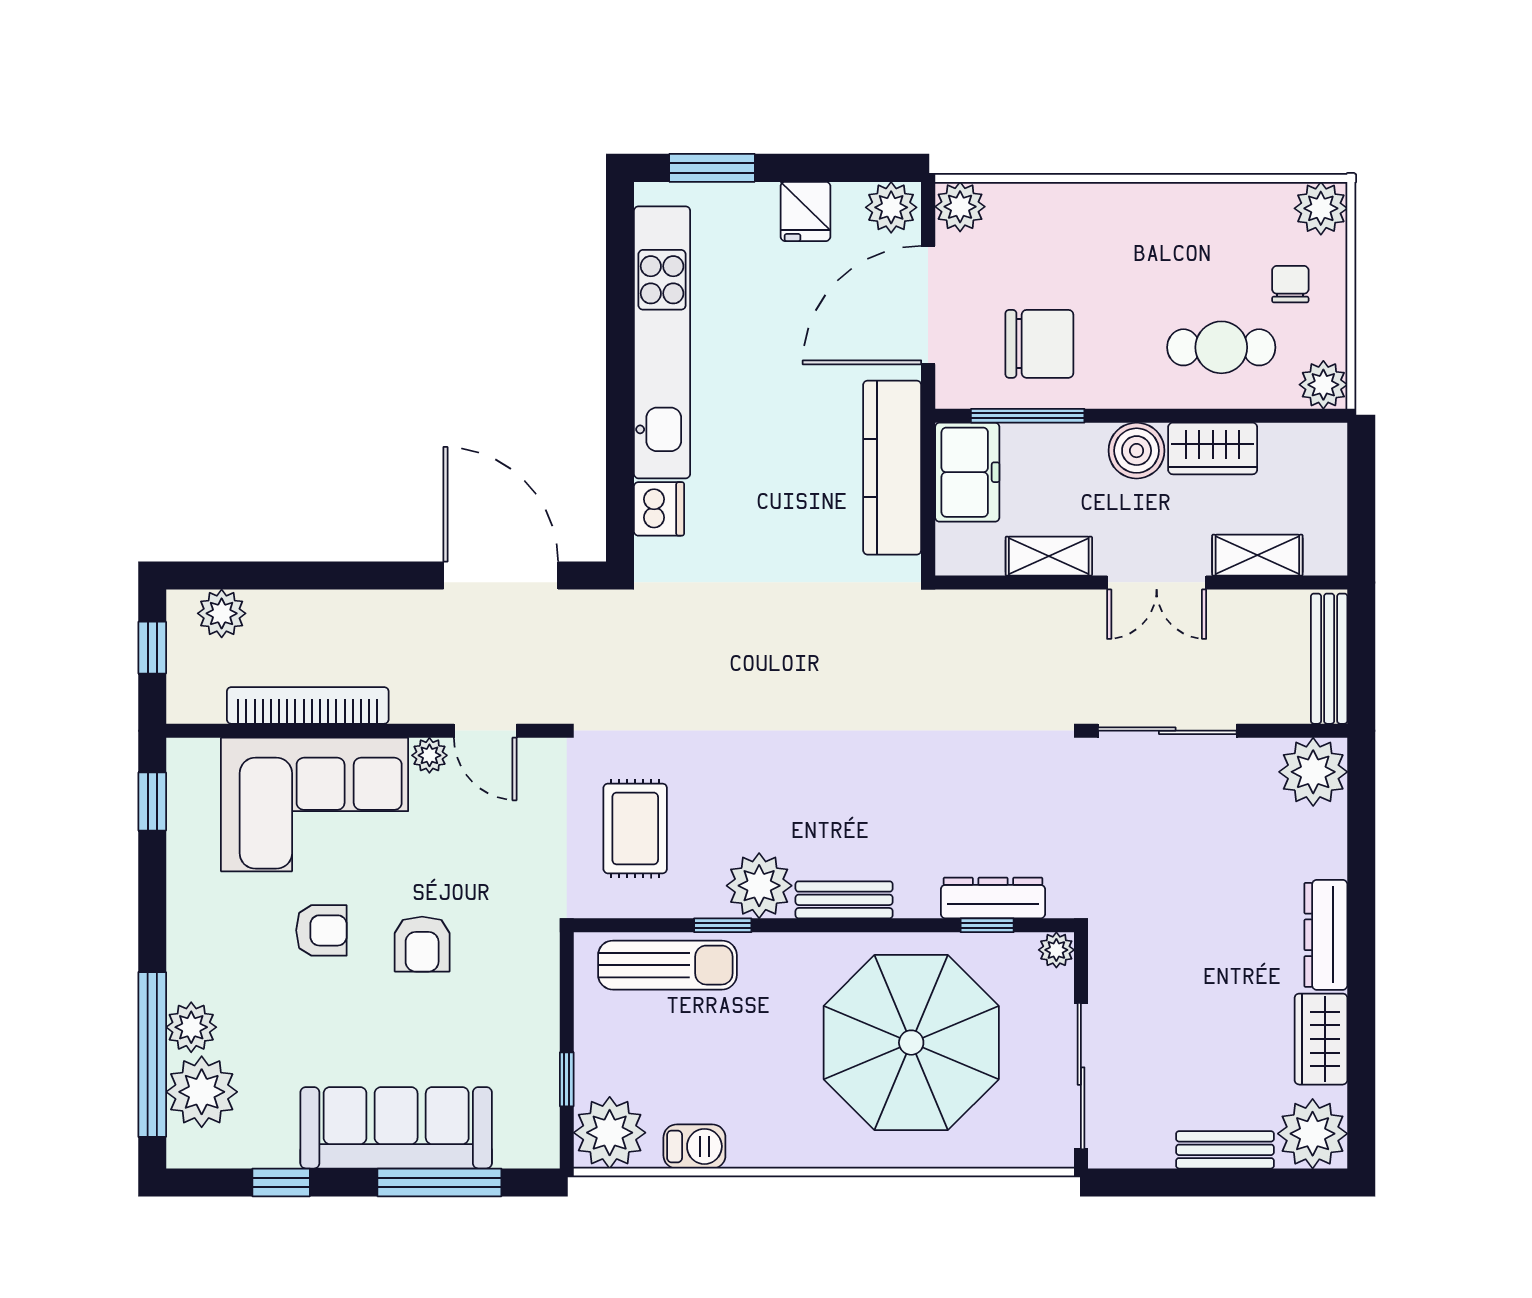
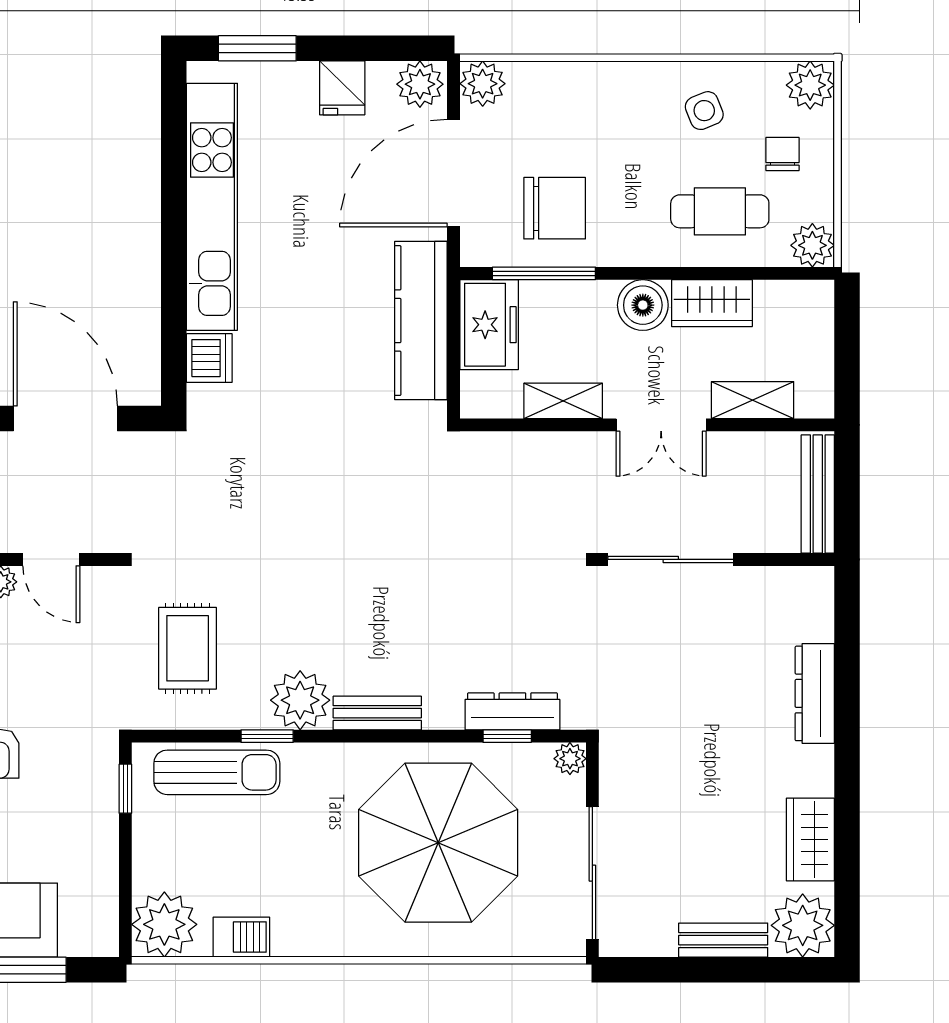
side table: (1204, 236) -> (704, 111), added
plant: (1313, 772) -> (803, 597), removed
dresser: (1326, 935) -> (815, 693), moved
window: (567, 1079) -> (125, 789), moved

